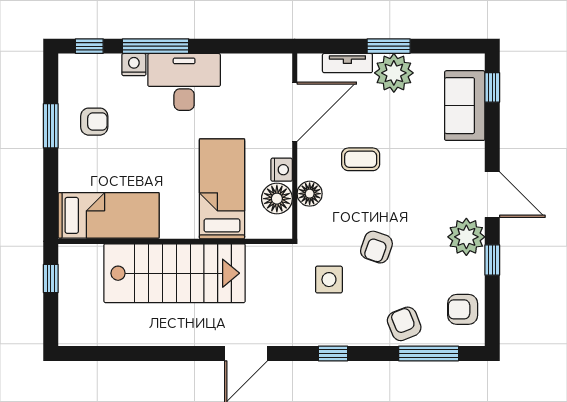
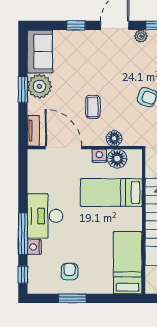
tv unit: (347, 63) -> (33, 131), moved
window: (492, 87) -> (76, 25), moved
sofa: (465, 106) -> (40, 52), moved, turned -90
plant: (466, 237) -> (141, 36), width x0.53, depth x0.53

